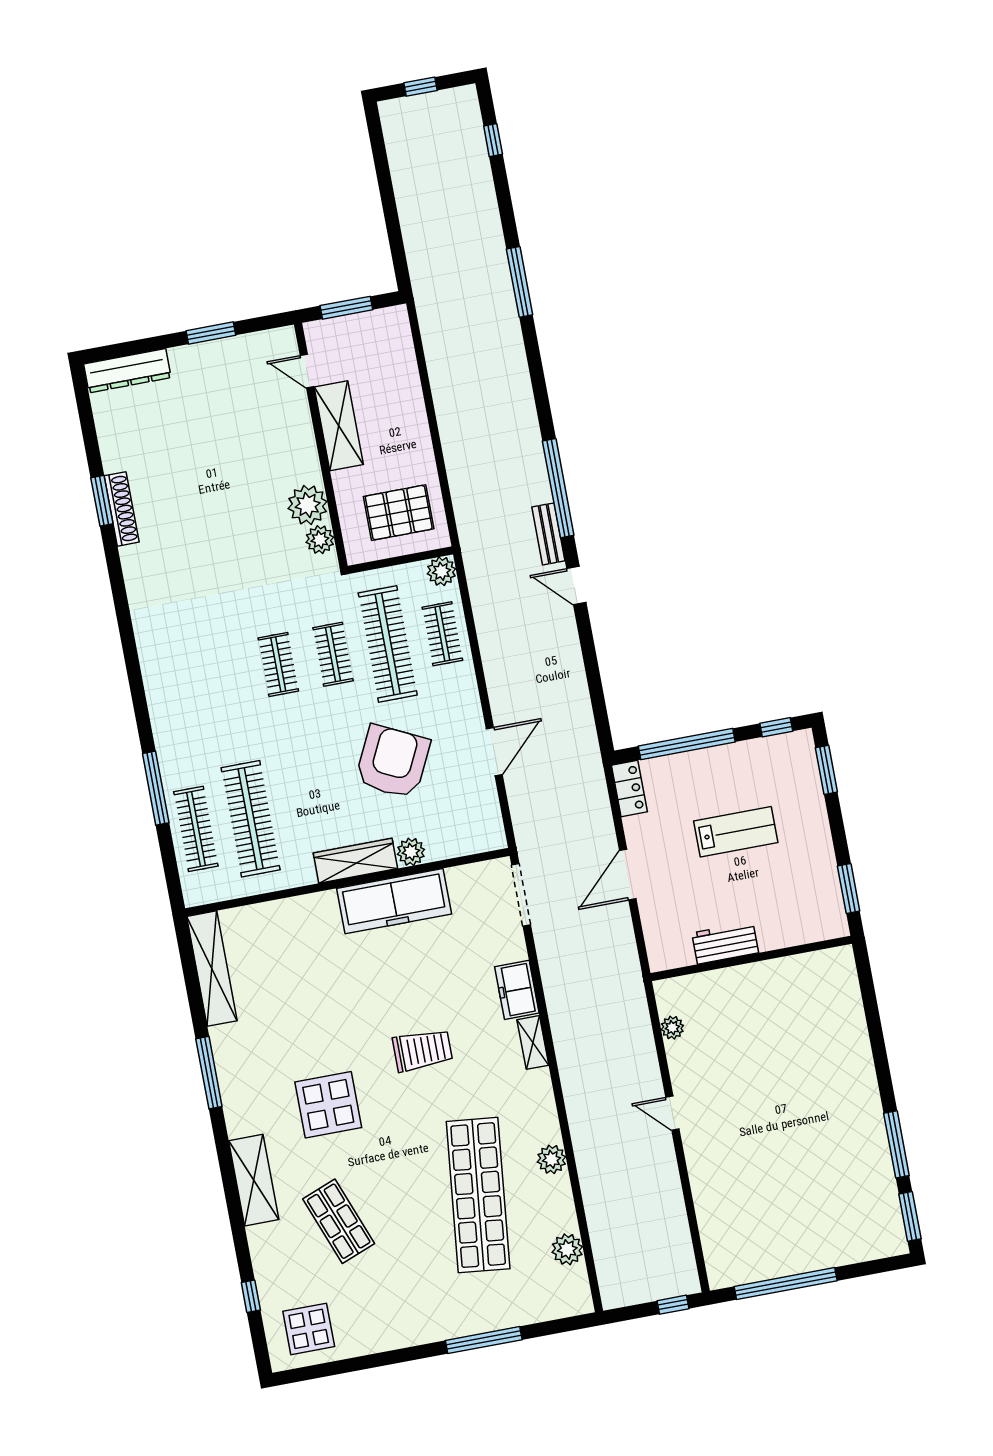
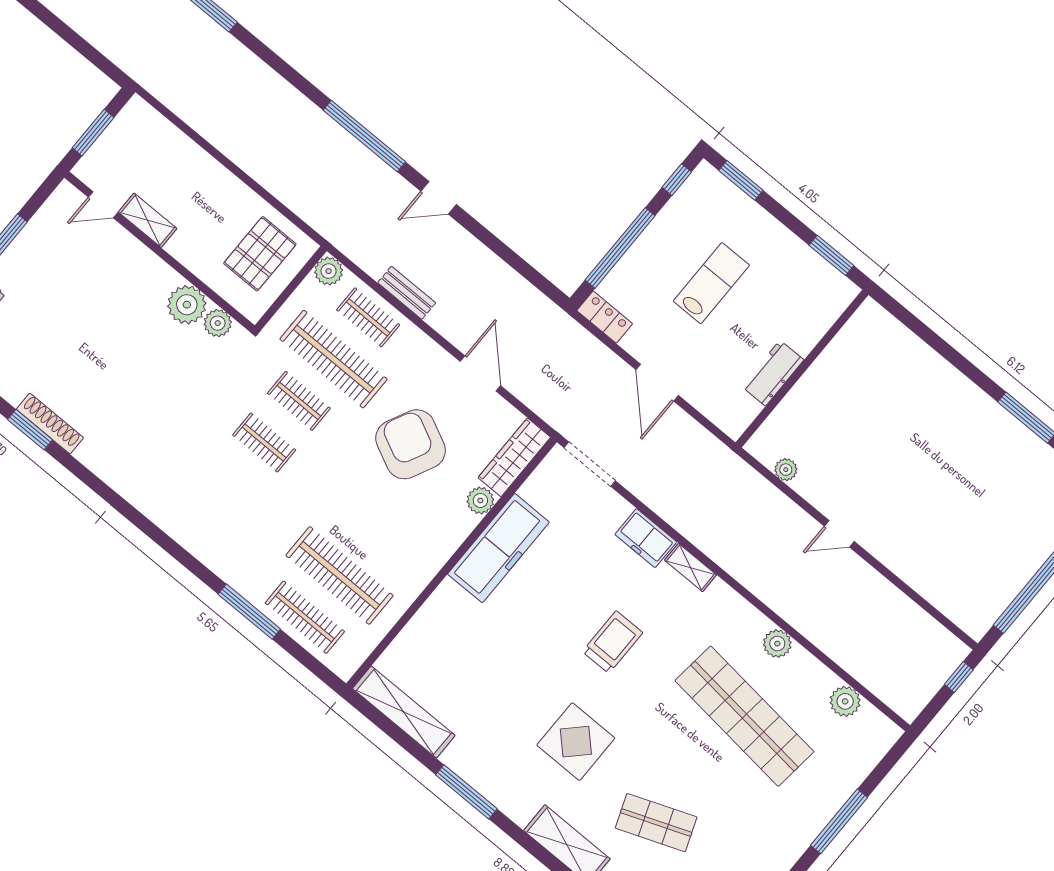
shelving: (339, 426) -> (148, 220), width x0.67, depth x0.75
bench: (548, 534) -> (407, 293), moved
wardrobe: (355, 861) -> (514, 457), moved

